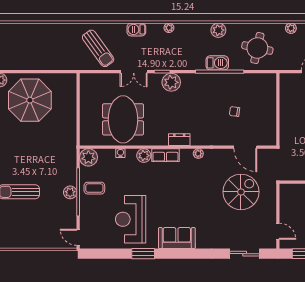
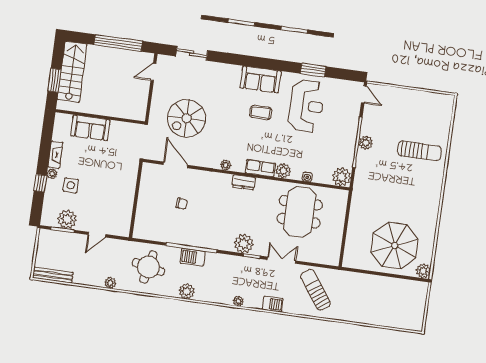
coffee table: (94, 188) -> (261, 112), moved
door: (278, 231) -> (153, 72), hinge flipped
window: (143, 254) -> (313, 70), moved

